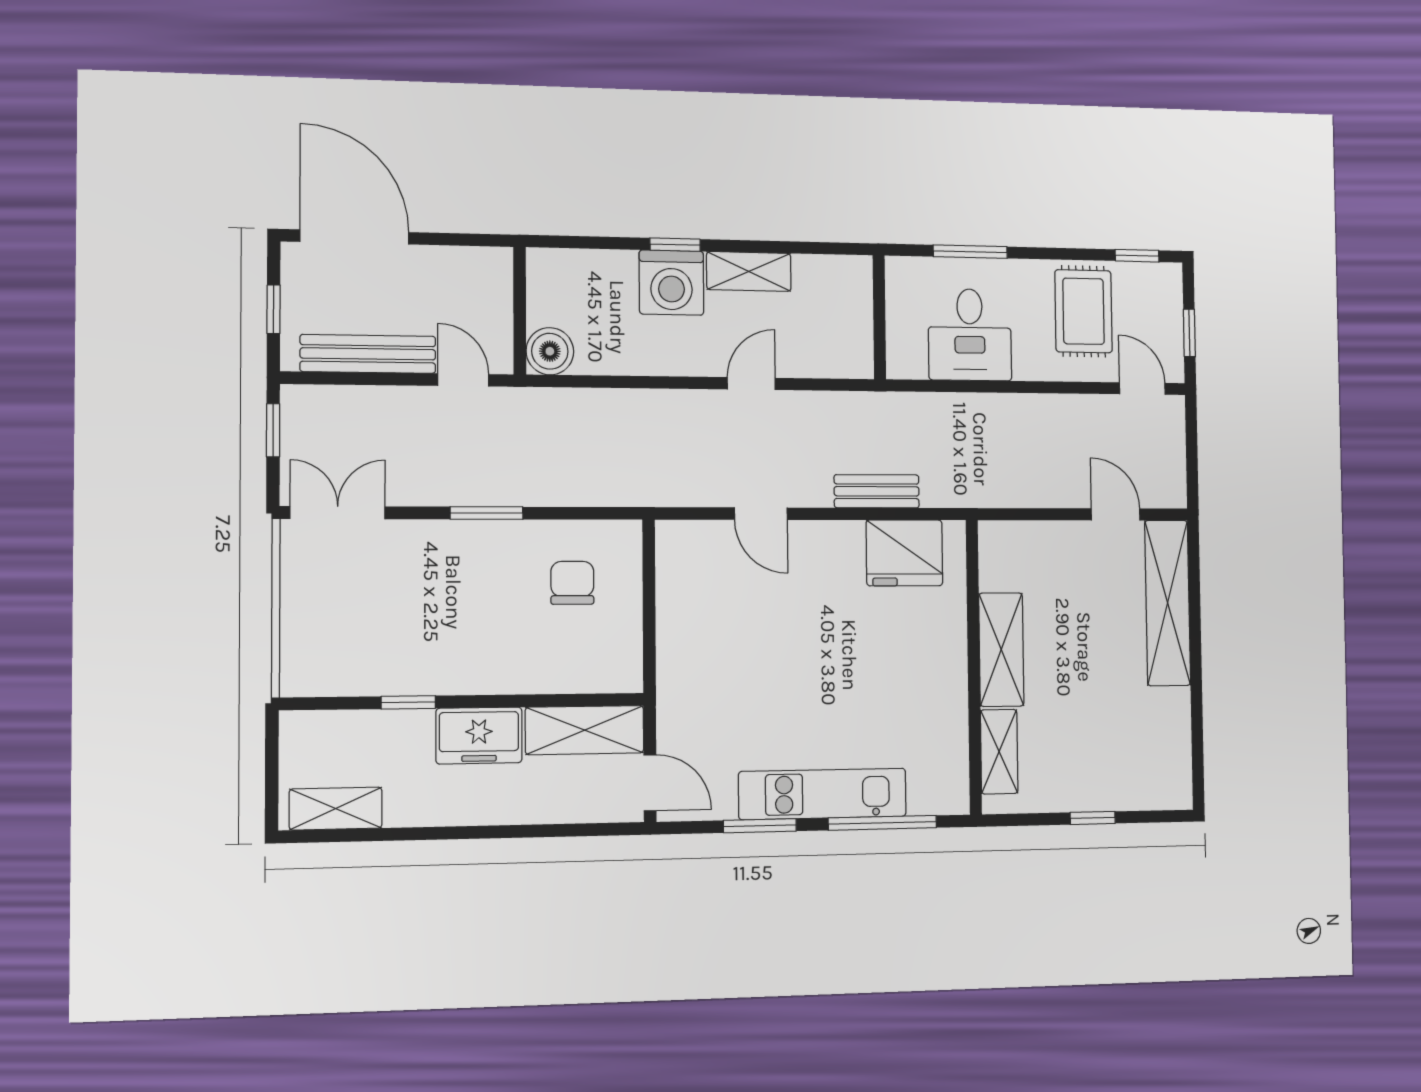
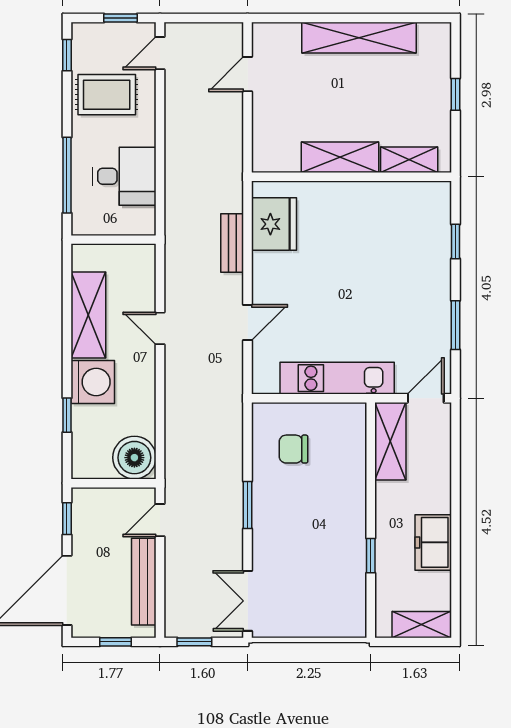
window: (465, 240) -> (67, 519), added
window: (675, 245) -> (67, 415), moved
window: (970, 252) -> (67, 175), width x1.44
shelving: (749, 271) -> (88, 315), width x1.50, depth x1.33
boiler: (550, 351) -> (134, 458), width x1.37, depth x1.37
shelving: (1168, 603) -> (359, 38), moved
freezer: (479, 736) -> (433, 542), moved, turned 180
kitchen unit: (823, 794) -> (337, 378), moved, turned 90
shelving: (336, 809) -> (421, 625), moved, turned 90
window: (882, 823) -> (455, 242), width x0.46

